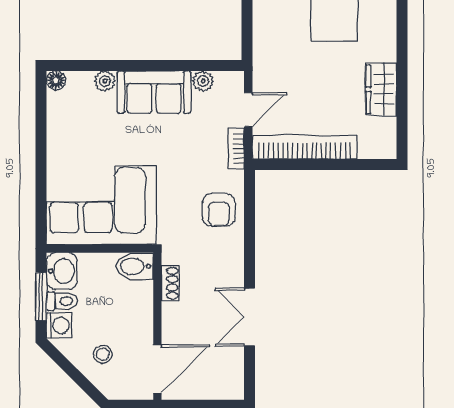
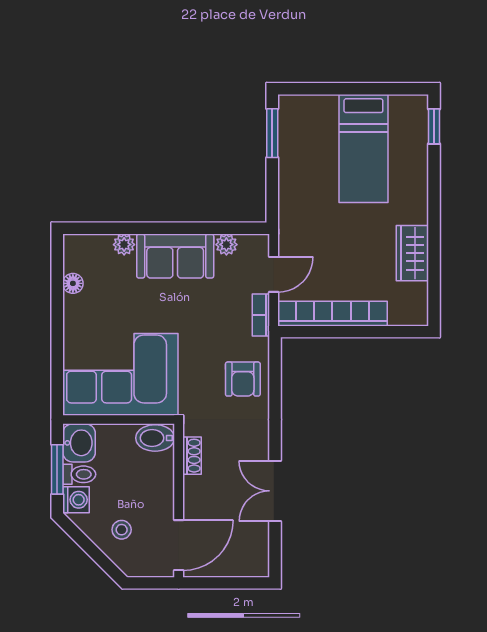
floor lamp: (56, 81) -> (73, 283), moved

